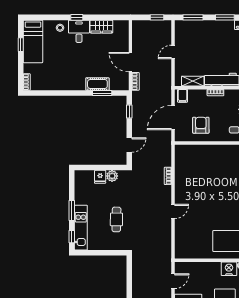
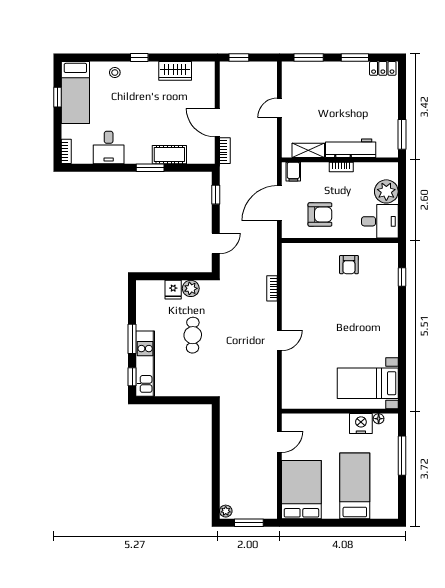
window: (157, 17) -> (239, 57), moved
desk: (79, 31) -> (109, 147), moved, turned 180
window: (102, 93) -> (150, 168), moved
armchair: (201, 125) -> (320, 215), turned 90
armchair: (221, 160) -> (349, 265), added
cafe table: (116, 219) -> (193, 335), moved

